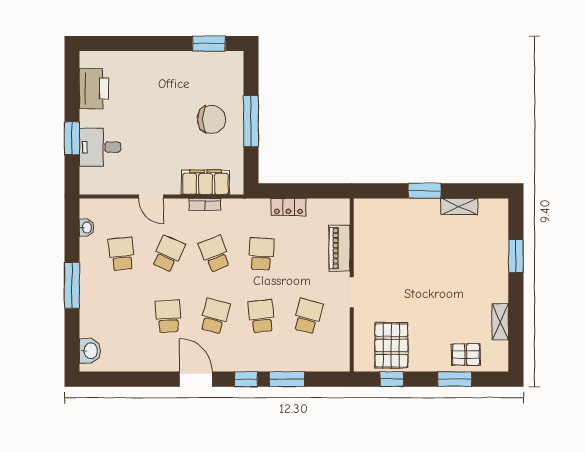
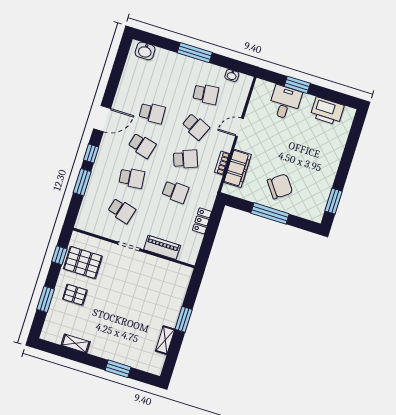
chair: (212, 119) -> (280, 186), turned -126
pallet: (466, 355) -> (75, 295), moved, turned 90

